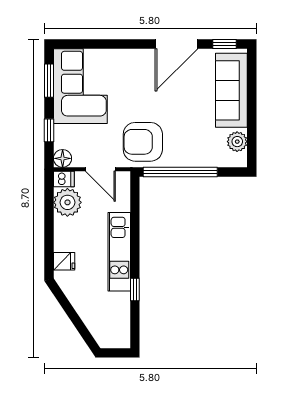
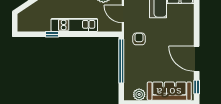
armchair: (143, 142) -> (139, 39), width x0.53, depth x0.53
door: (100, 169) -> (123, 14), hinge flipped

